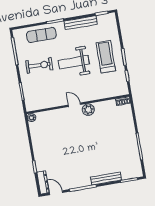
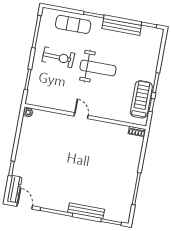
treadmill: (106, 57) -> (141, 99), moved
weight bench: (74, 62) -> (98, 68), turned 180
plant: (88, 110) -> (95, 127), removed

